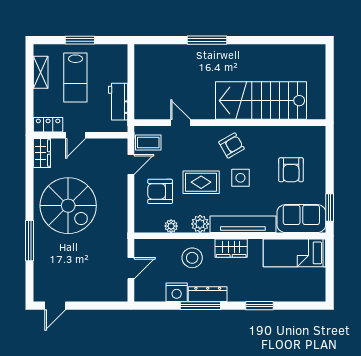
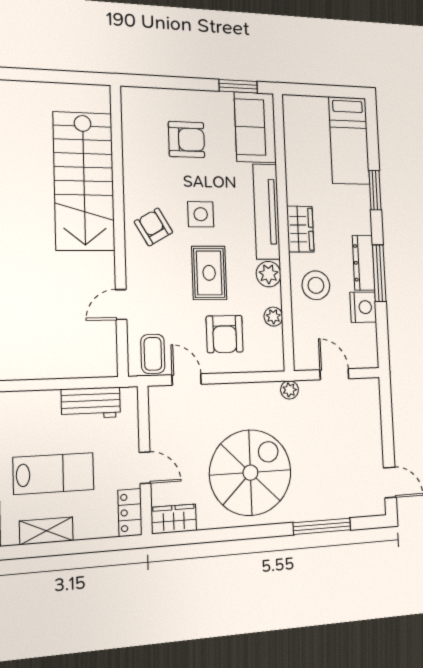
plant: (121, 235) -> (290, 390), added
window: (30, 241) -> (322, 526), moved
bed: (295, 253) -> (349, 141), moved

